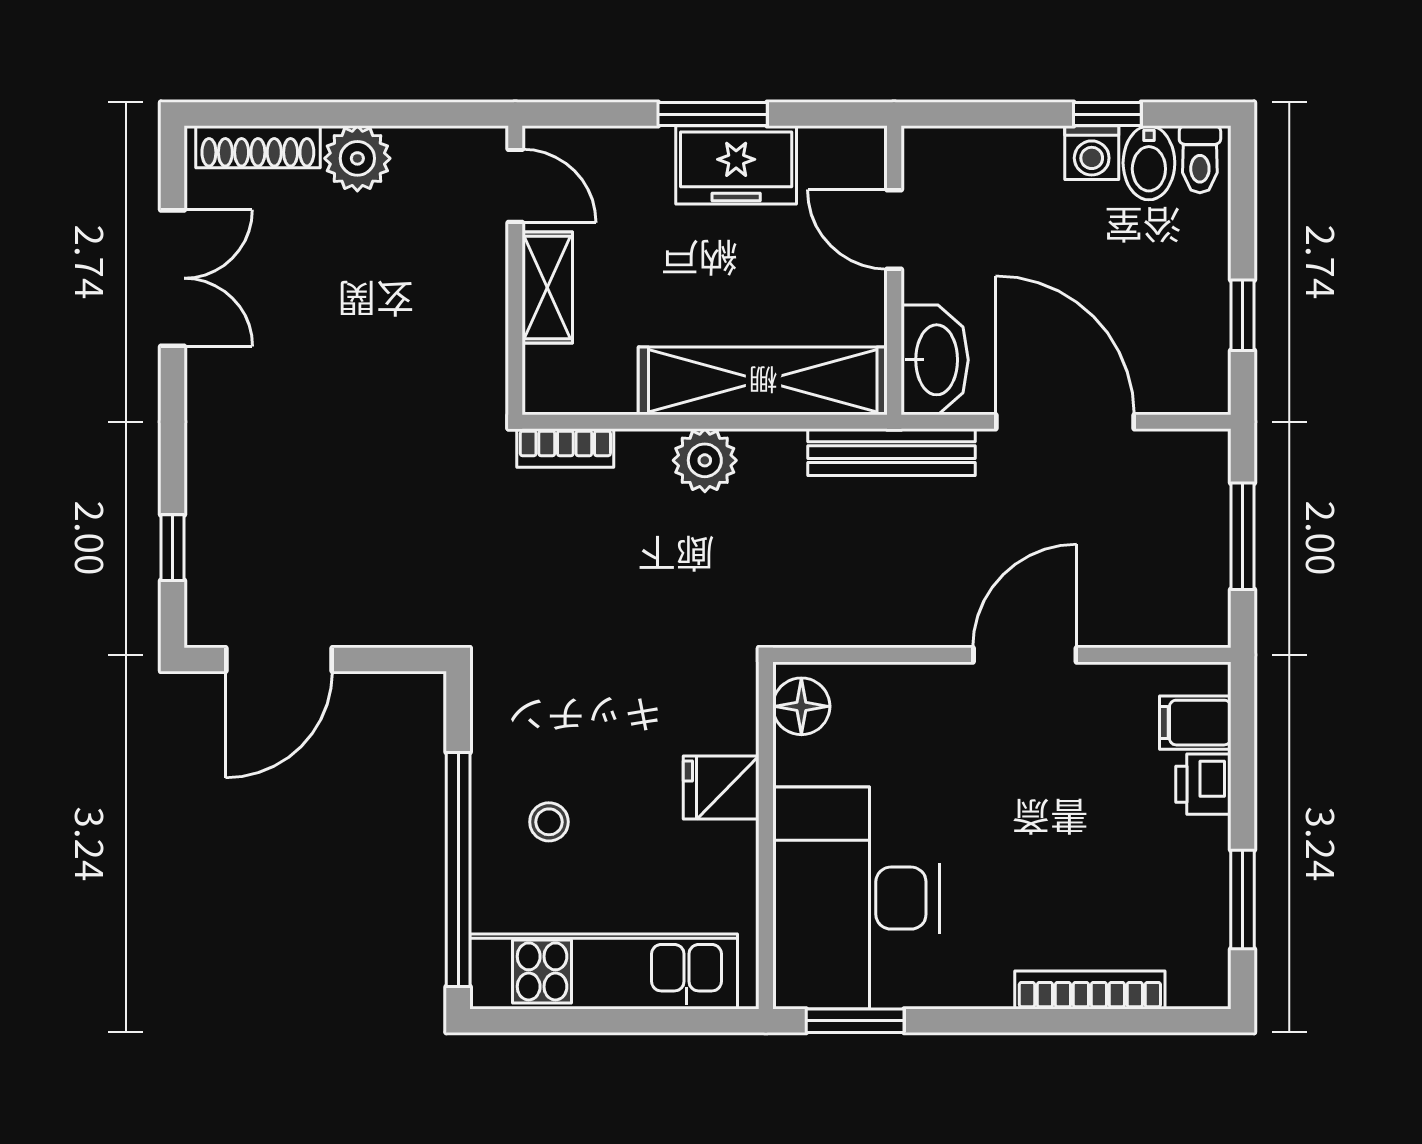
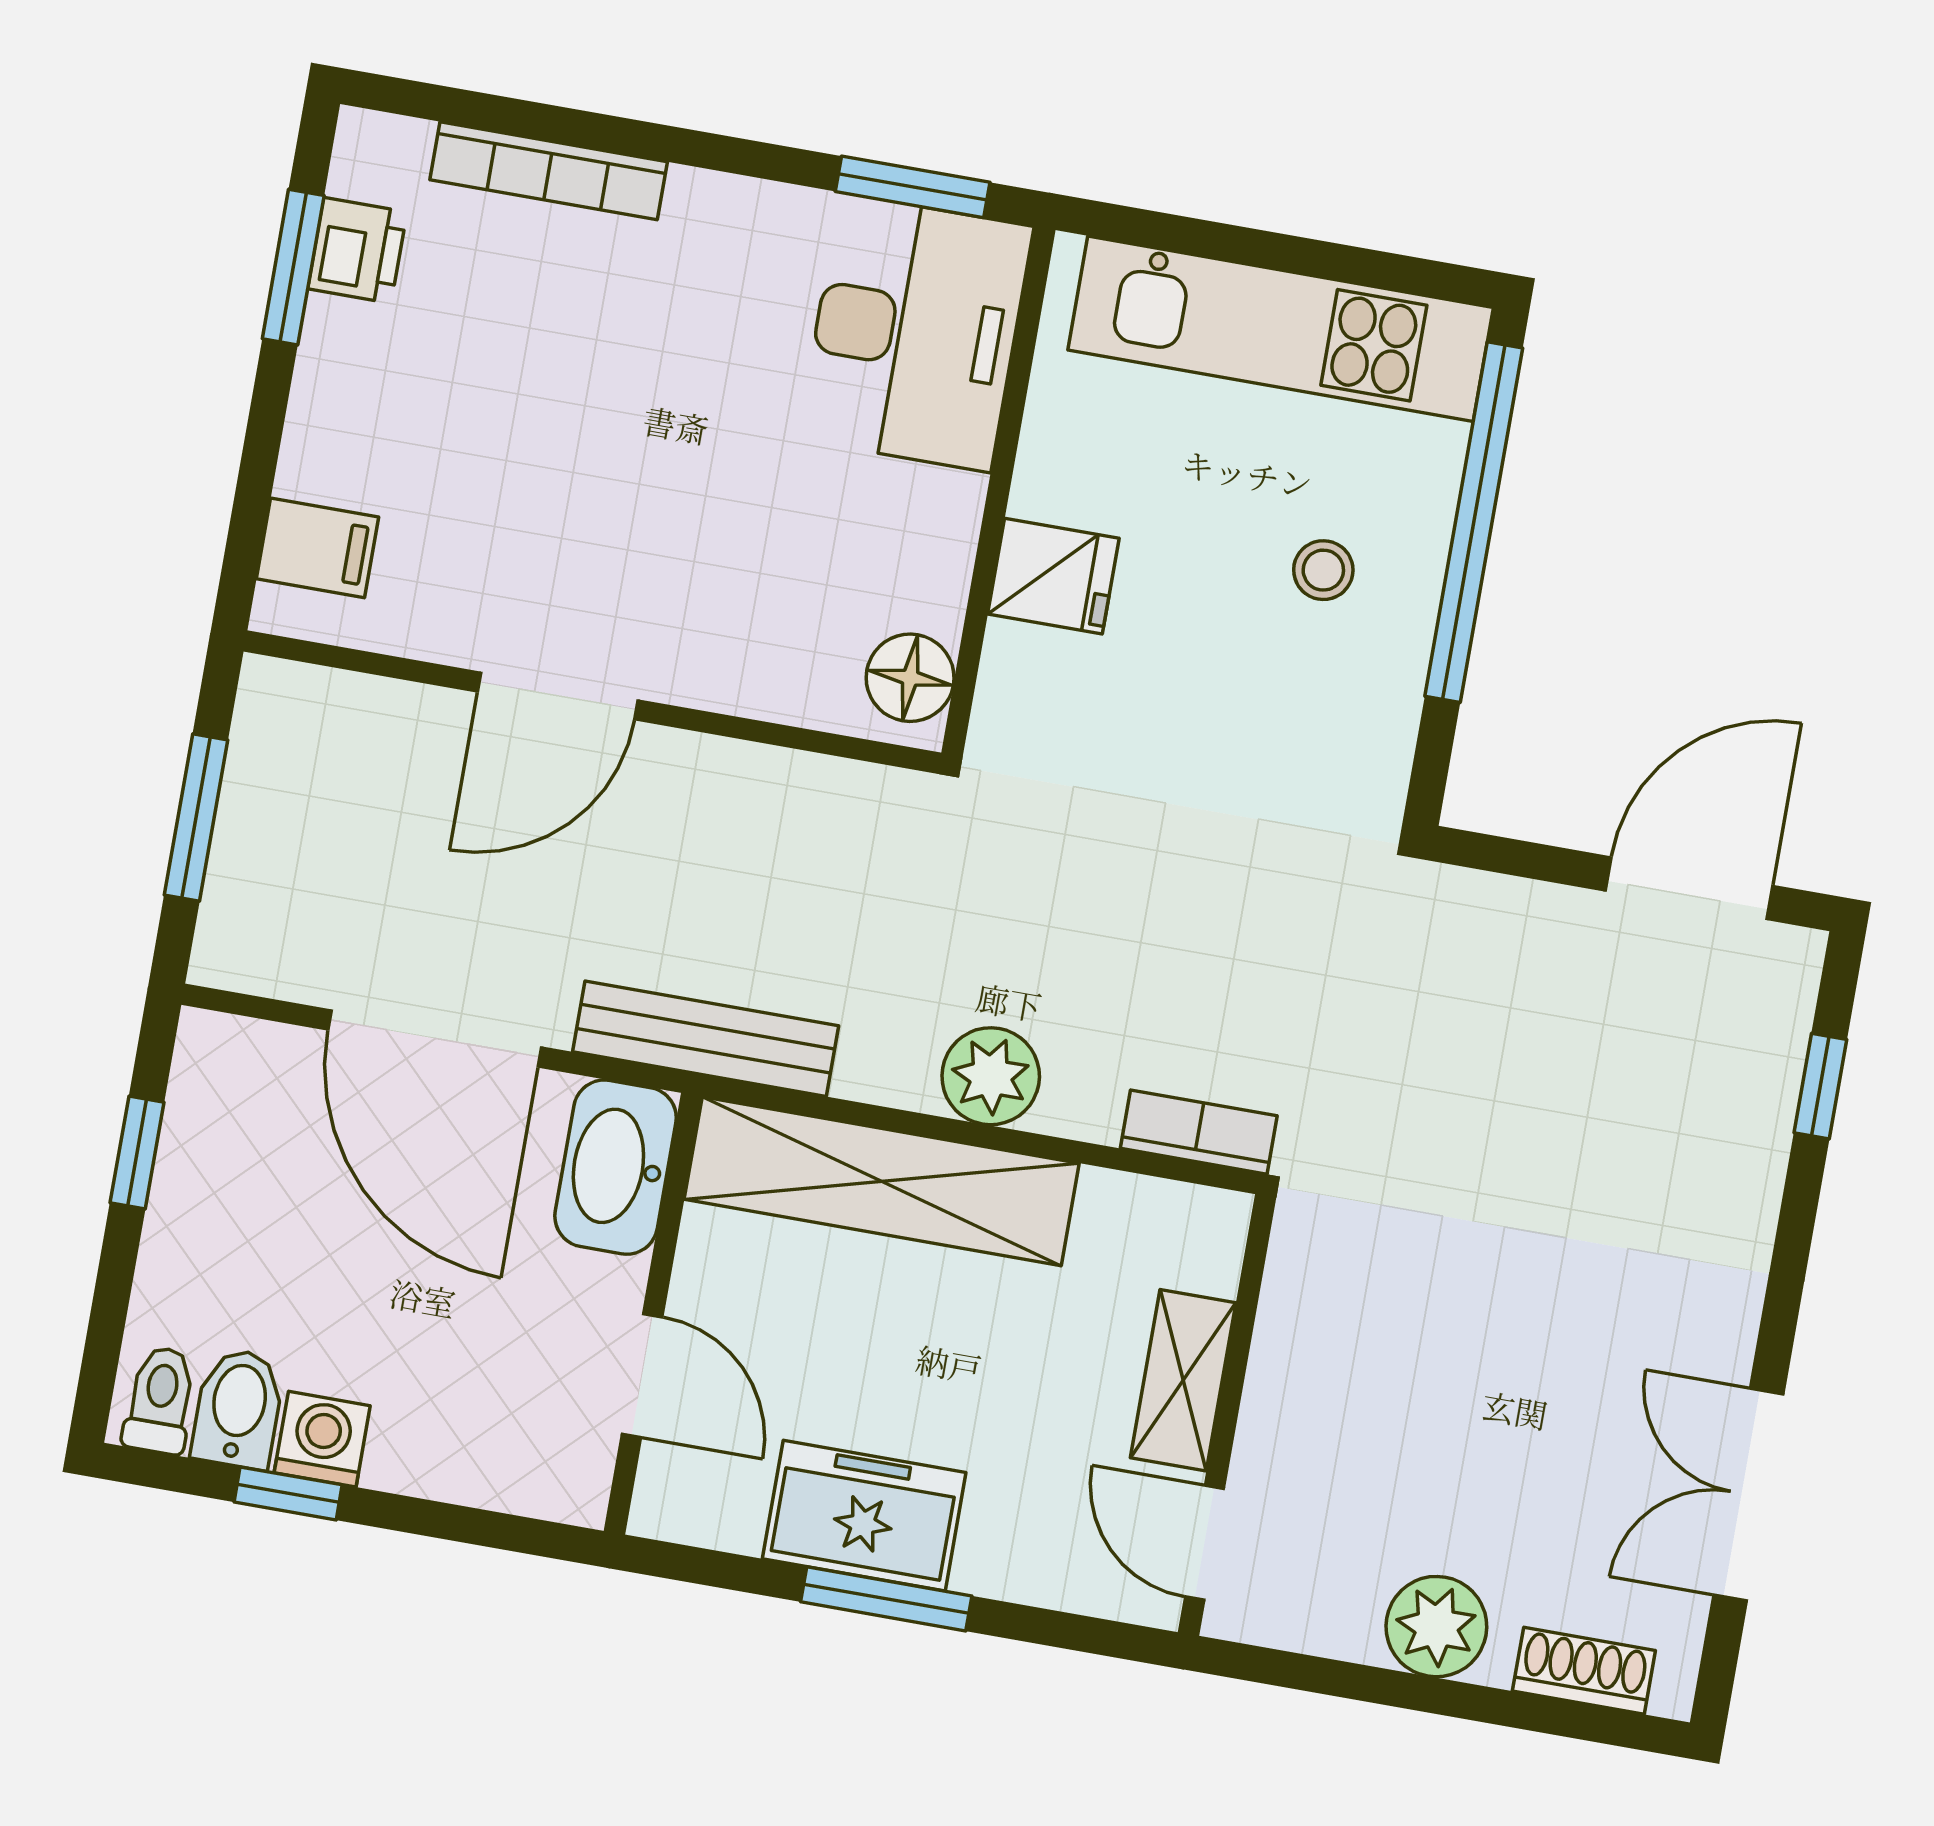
shoe rack: (258, 147) -> (1584, 1671), width x0.70
printer: (1203, 784) -> (357, 250), moved
desk: (856, 898) -> (915, 333), width x0.73, depth x0.77

